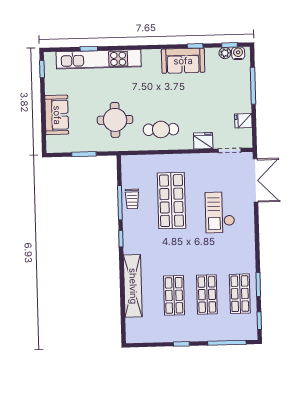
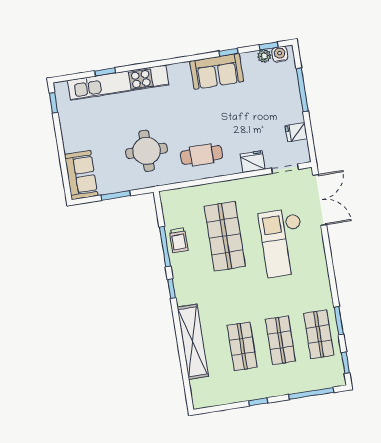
sofa: (57, 115) -> (81, 175), moved
checkout: (220, 212) -> (283, 243), width x1.36, depth x1.21

